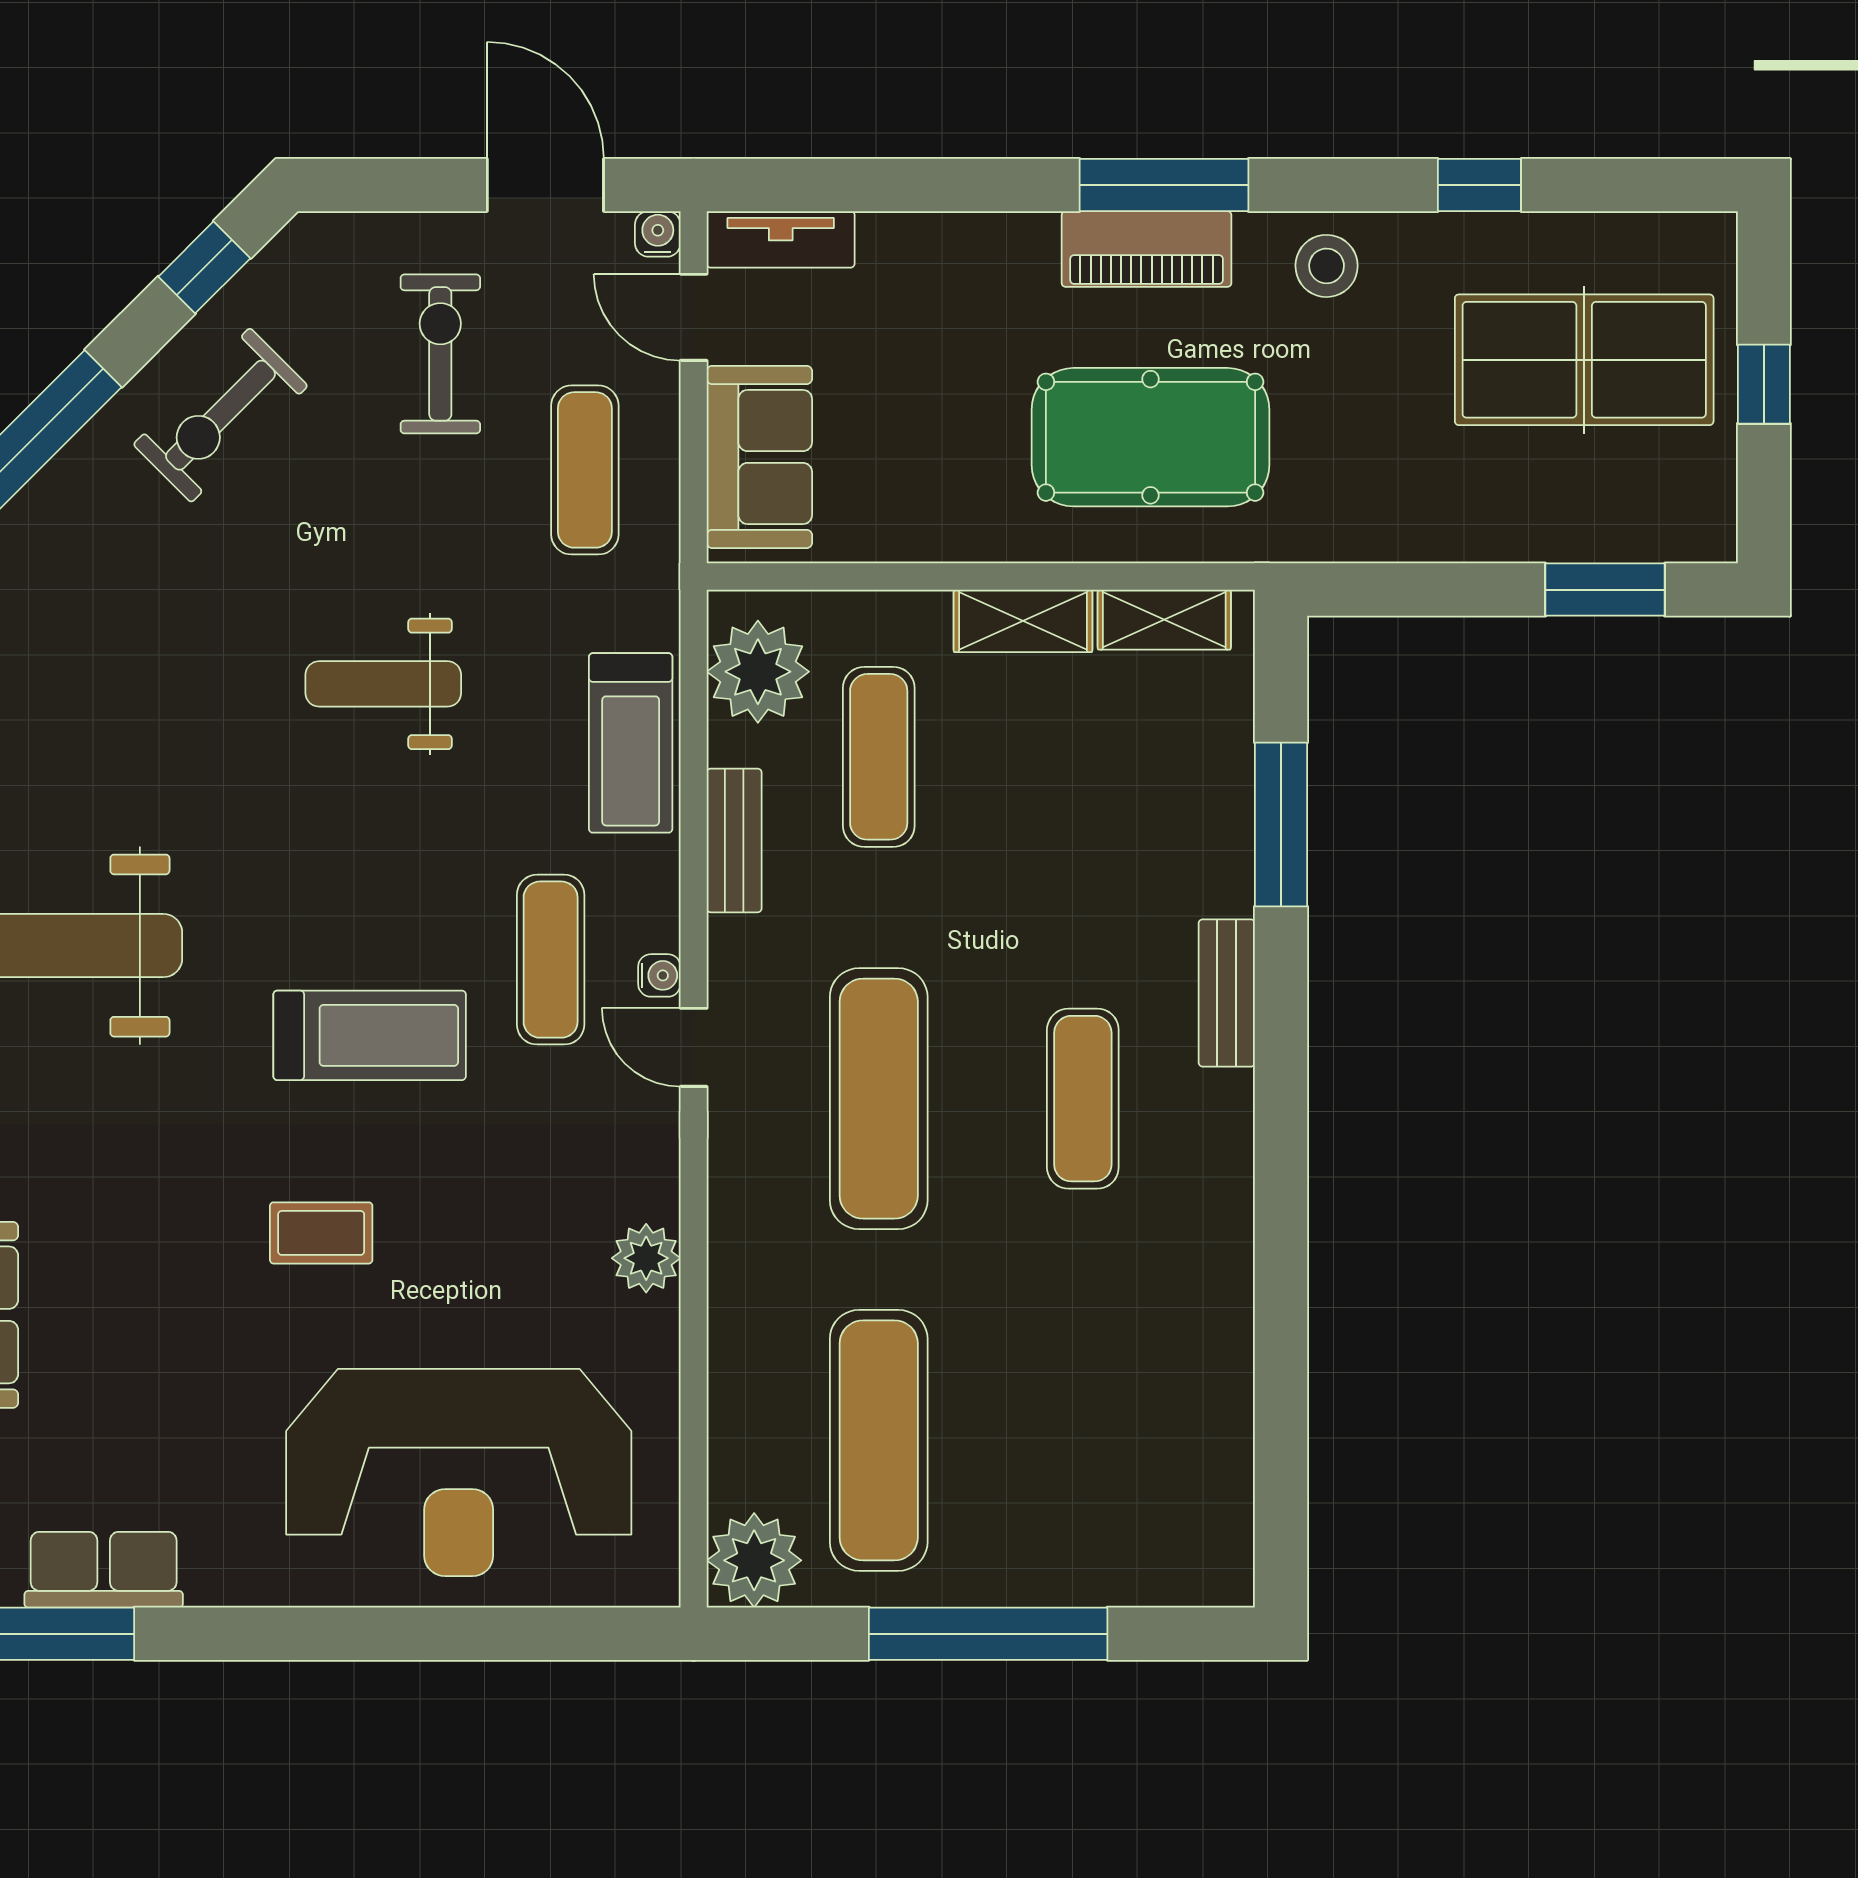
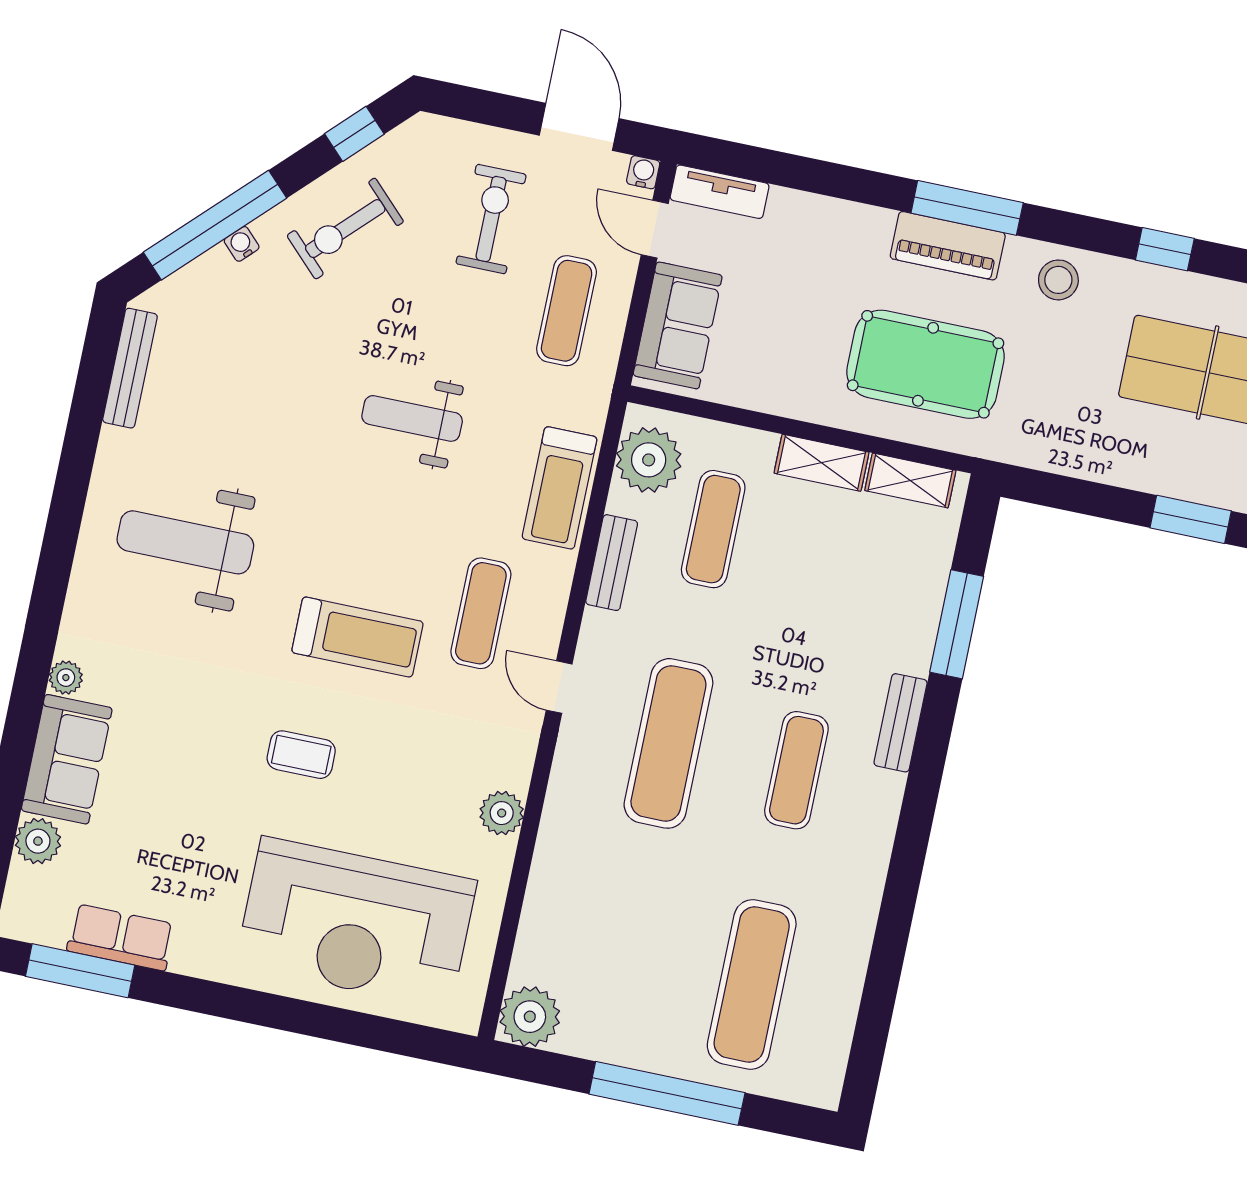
water cooler: (659, 975) -> (242, 244), moved, turned -135
exercise mat: (879, 1440) -> (752, 984), moved

